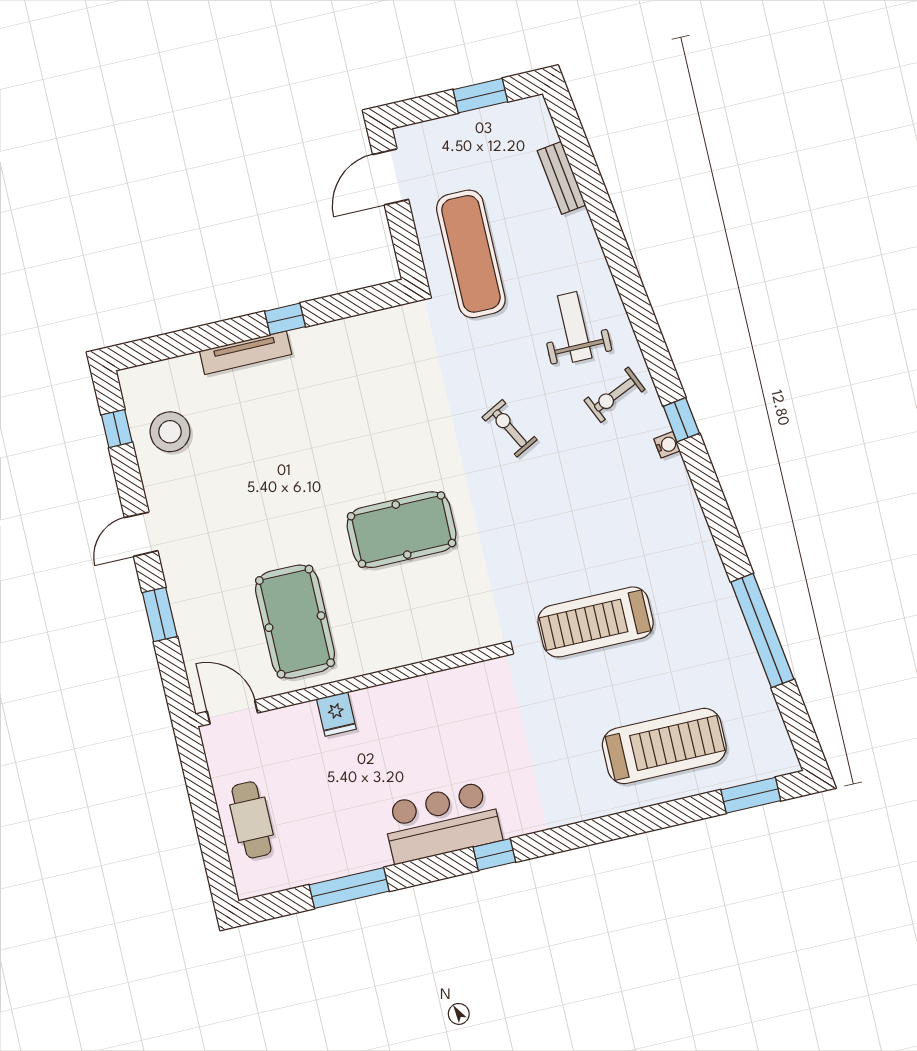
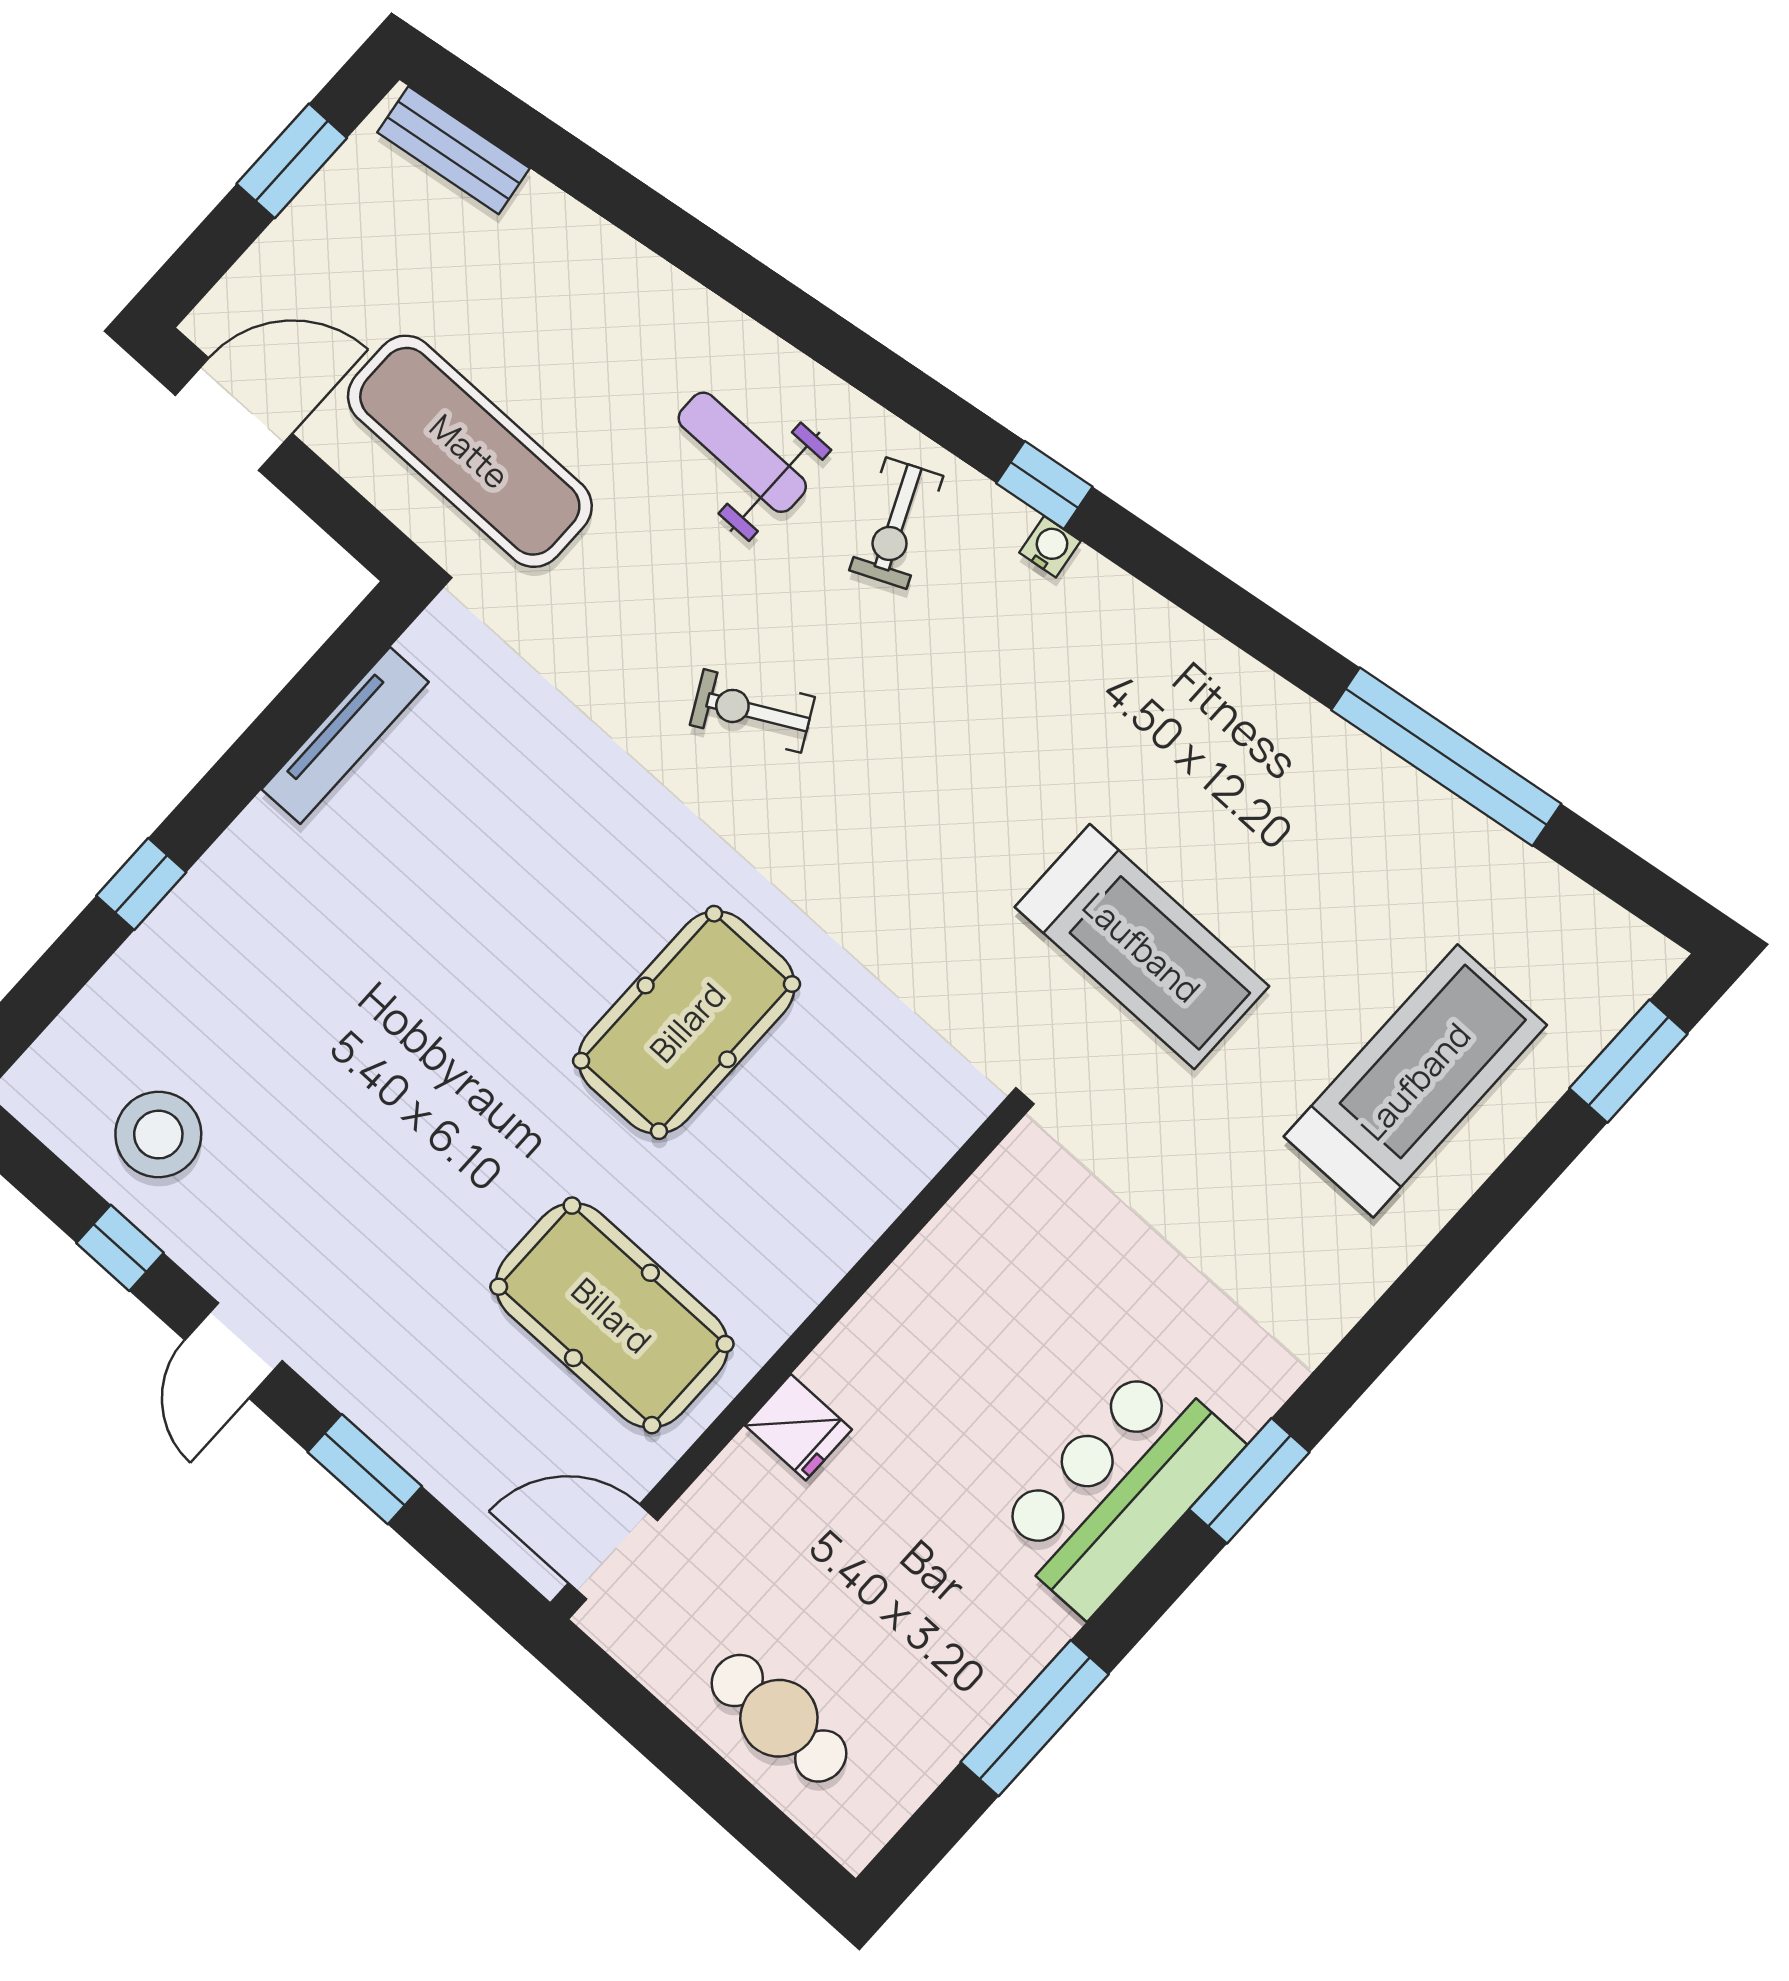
door: (391, 177) -> (234, 414), swing flipped
bench: (561, 178) -> (454, 150), moved
window: (285, 319) -> (141, 884), moved
tv unit: (246, 353) -> (345, 736), moved
window: (117, 429) -> (120, 1248), moved
treadmill: (596, 622) -> (1142, 947), turned -90
window: (494, 854) -> (1249, 1481), width x1.50

